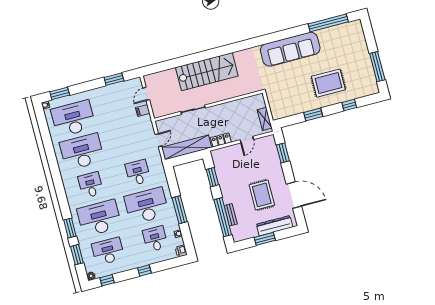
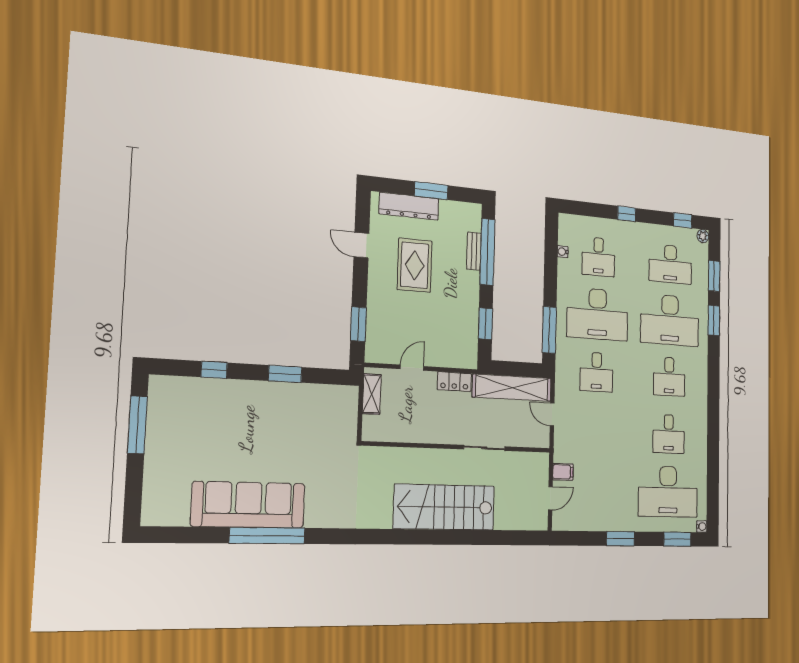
window: (328, 23) -> (267, 536), moved
sofa: (290, 49) -> (248, 505), moved
window: (114, 79) -> (620, 539), moved
rug: (328, 83) -> (240, 422), removed
door: (158, 140) -> (552, 414), hinge flipped
desk: (82, 152) -> (669, 434), width x0.53, depth x0.77
door: (294, 195) -> (361, 245), width x0.53
window: (180, 210) -> (549, 330), moved
printer: (181, 251) -> (566, 222), removed

